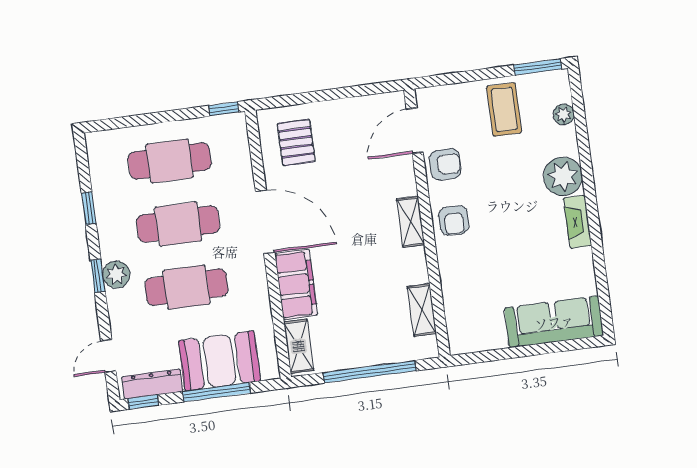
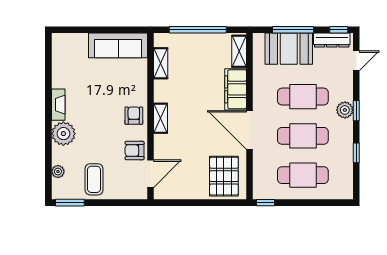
pallet: (296, 142) -> (224, 176), width x1.50, depth x1.42
sofa: (554, 322) -> (118, 45), moved

